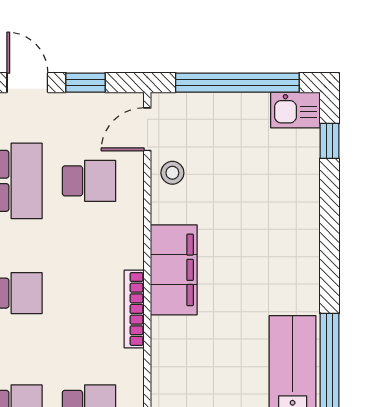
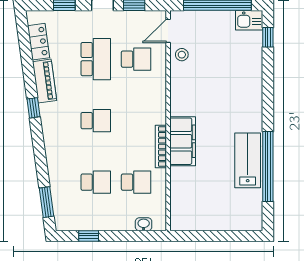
filing cabinet: (174, 270) -> (183, 141), moved
bookcase: (134, 309) -> (161, 146), moved

